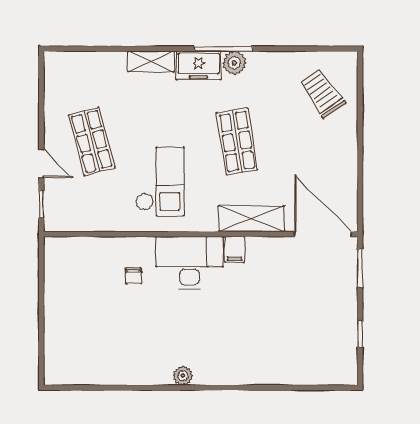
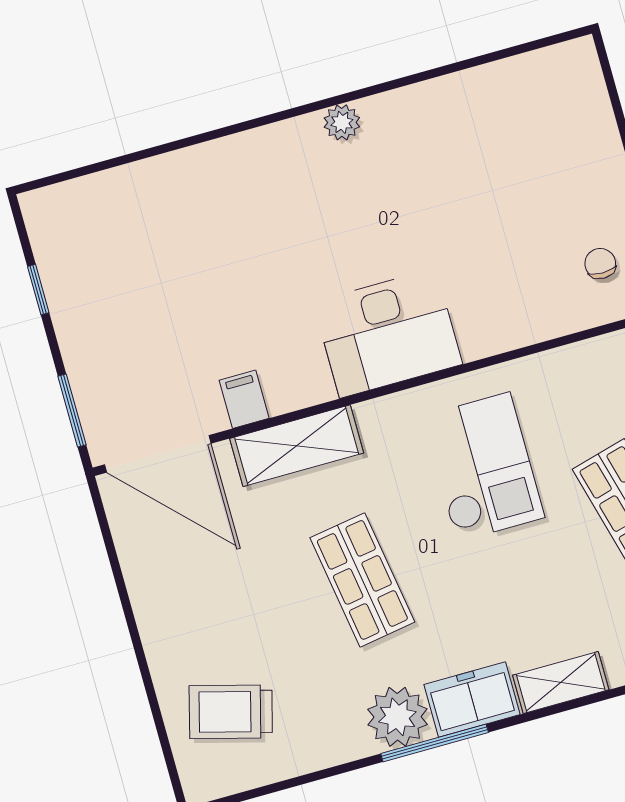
plant: (234, 63) -> (397, 717), width x1.36, depth x1.36
trolley: (322, 93) -> (231, 712), turned 140
checkout: (160, 182) -> (483, 467), turned 180
filing cabinet: (235, 250) -> (244, 399), moved
chair: (133, 276) -> (600, 264), moved

